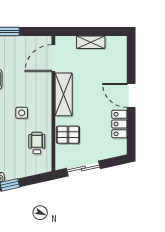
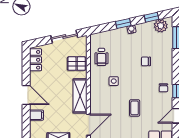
filing cabinet: (118, 70) -> (36, 115), added
locker: (119, 124) -> (35, 60), moved

